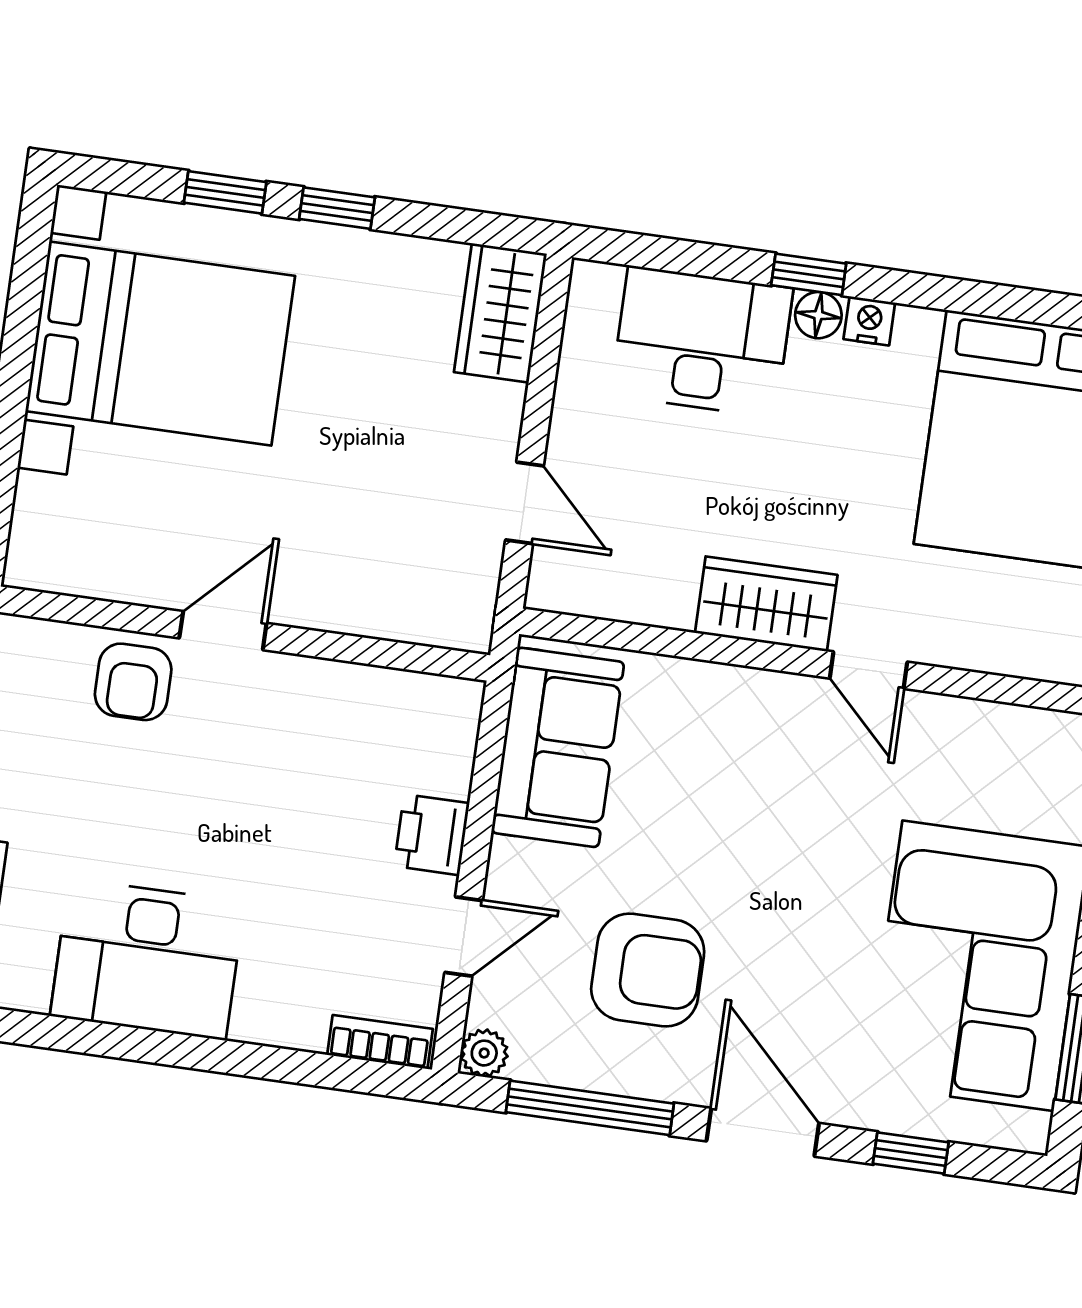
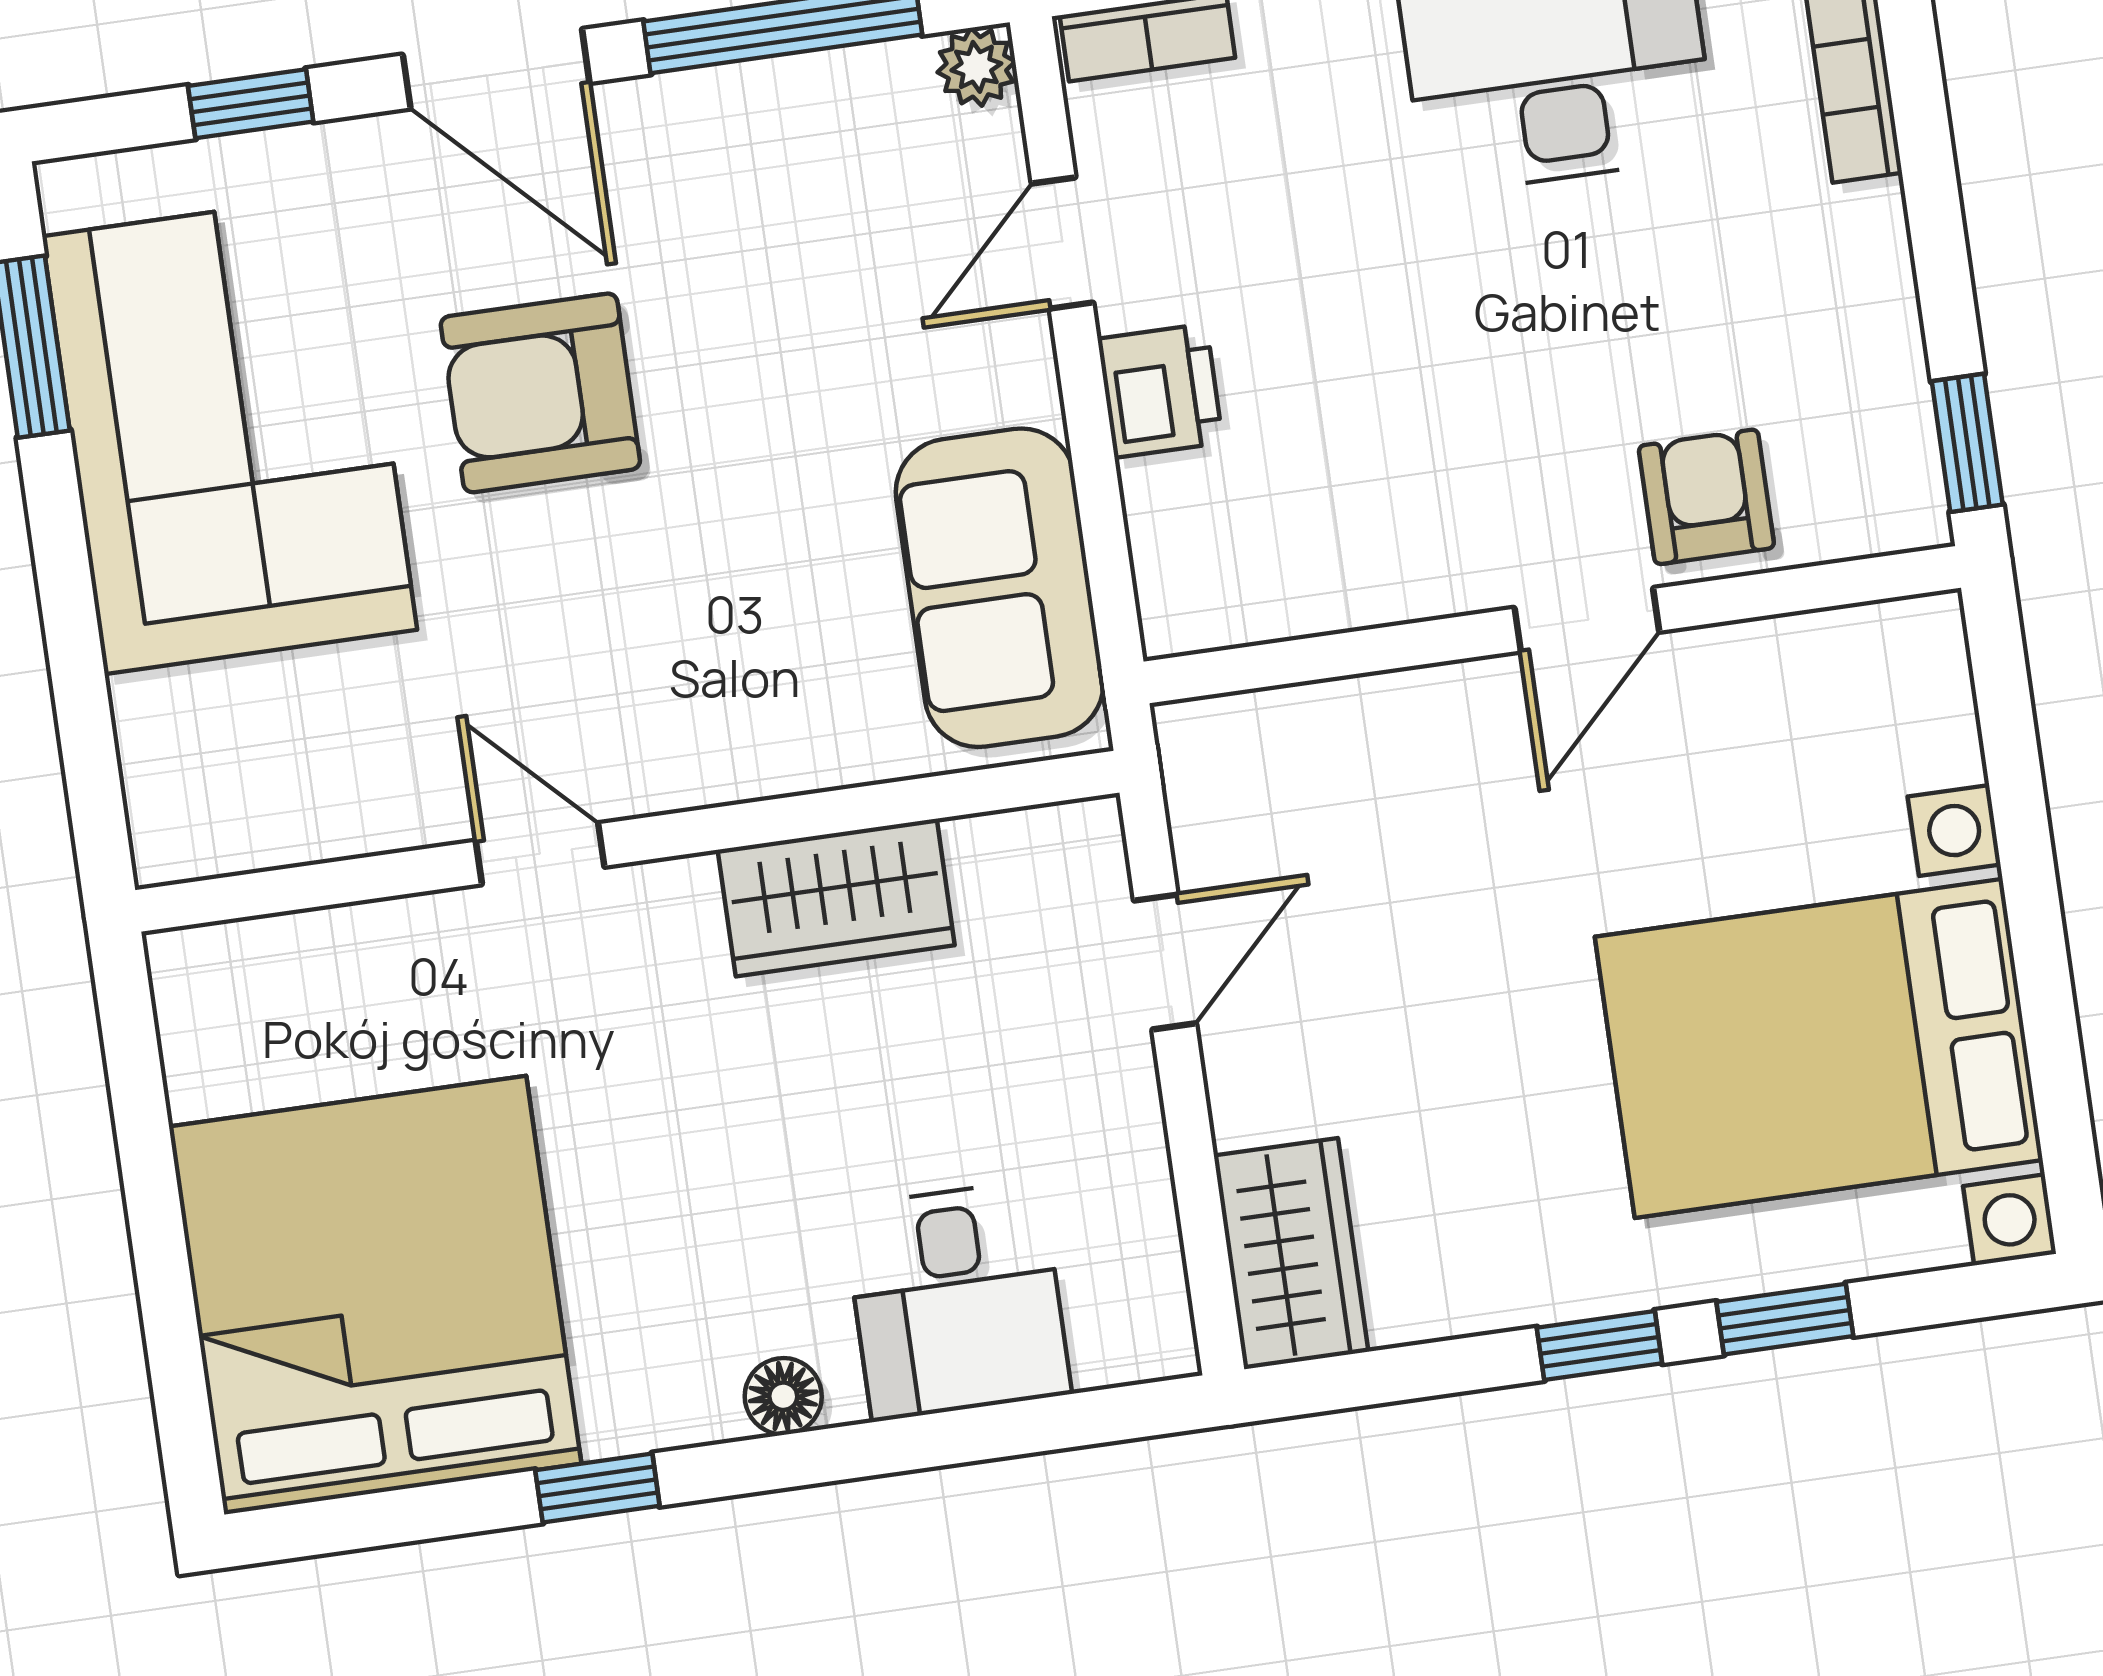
window: (809, 274) -> (597, 1488), moved
nightstand: (869, 321) -> (699, 1411), removed
desk: (702, 342) -> (957, 1300), width x0.73
door: (525, 503) -> (1165, 962), swing flipped
wardrobe: (766, 604) -> (836, 898), moved
armchair: (648, 970) -> (540, 393), moved

